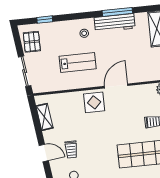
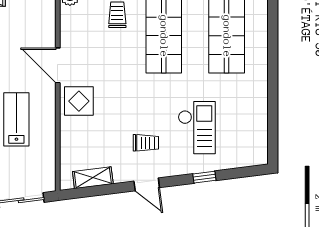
door: (44, 153) -> (147, 184), swing flipped

